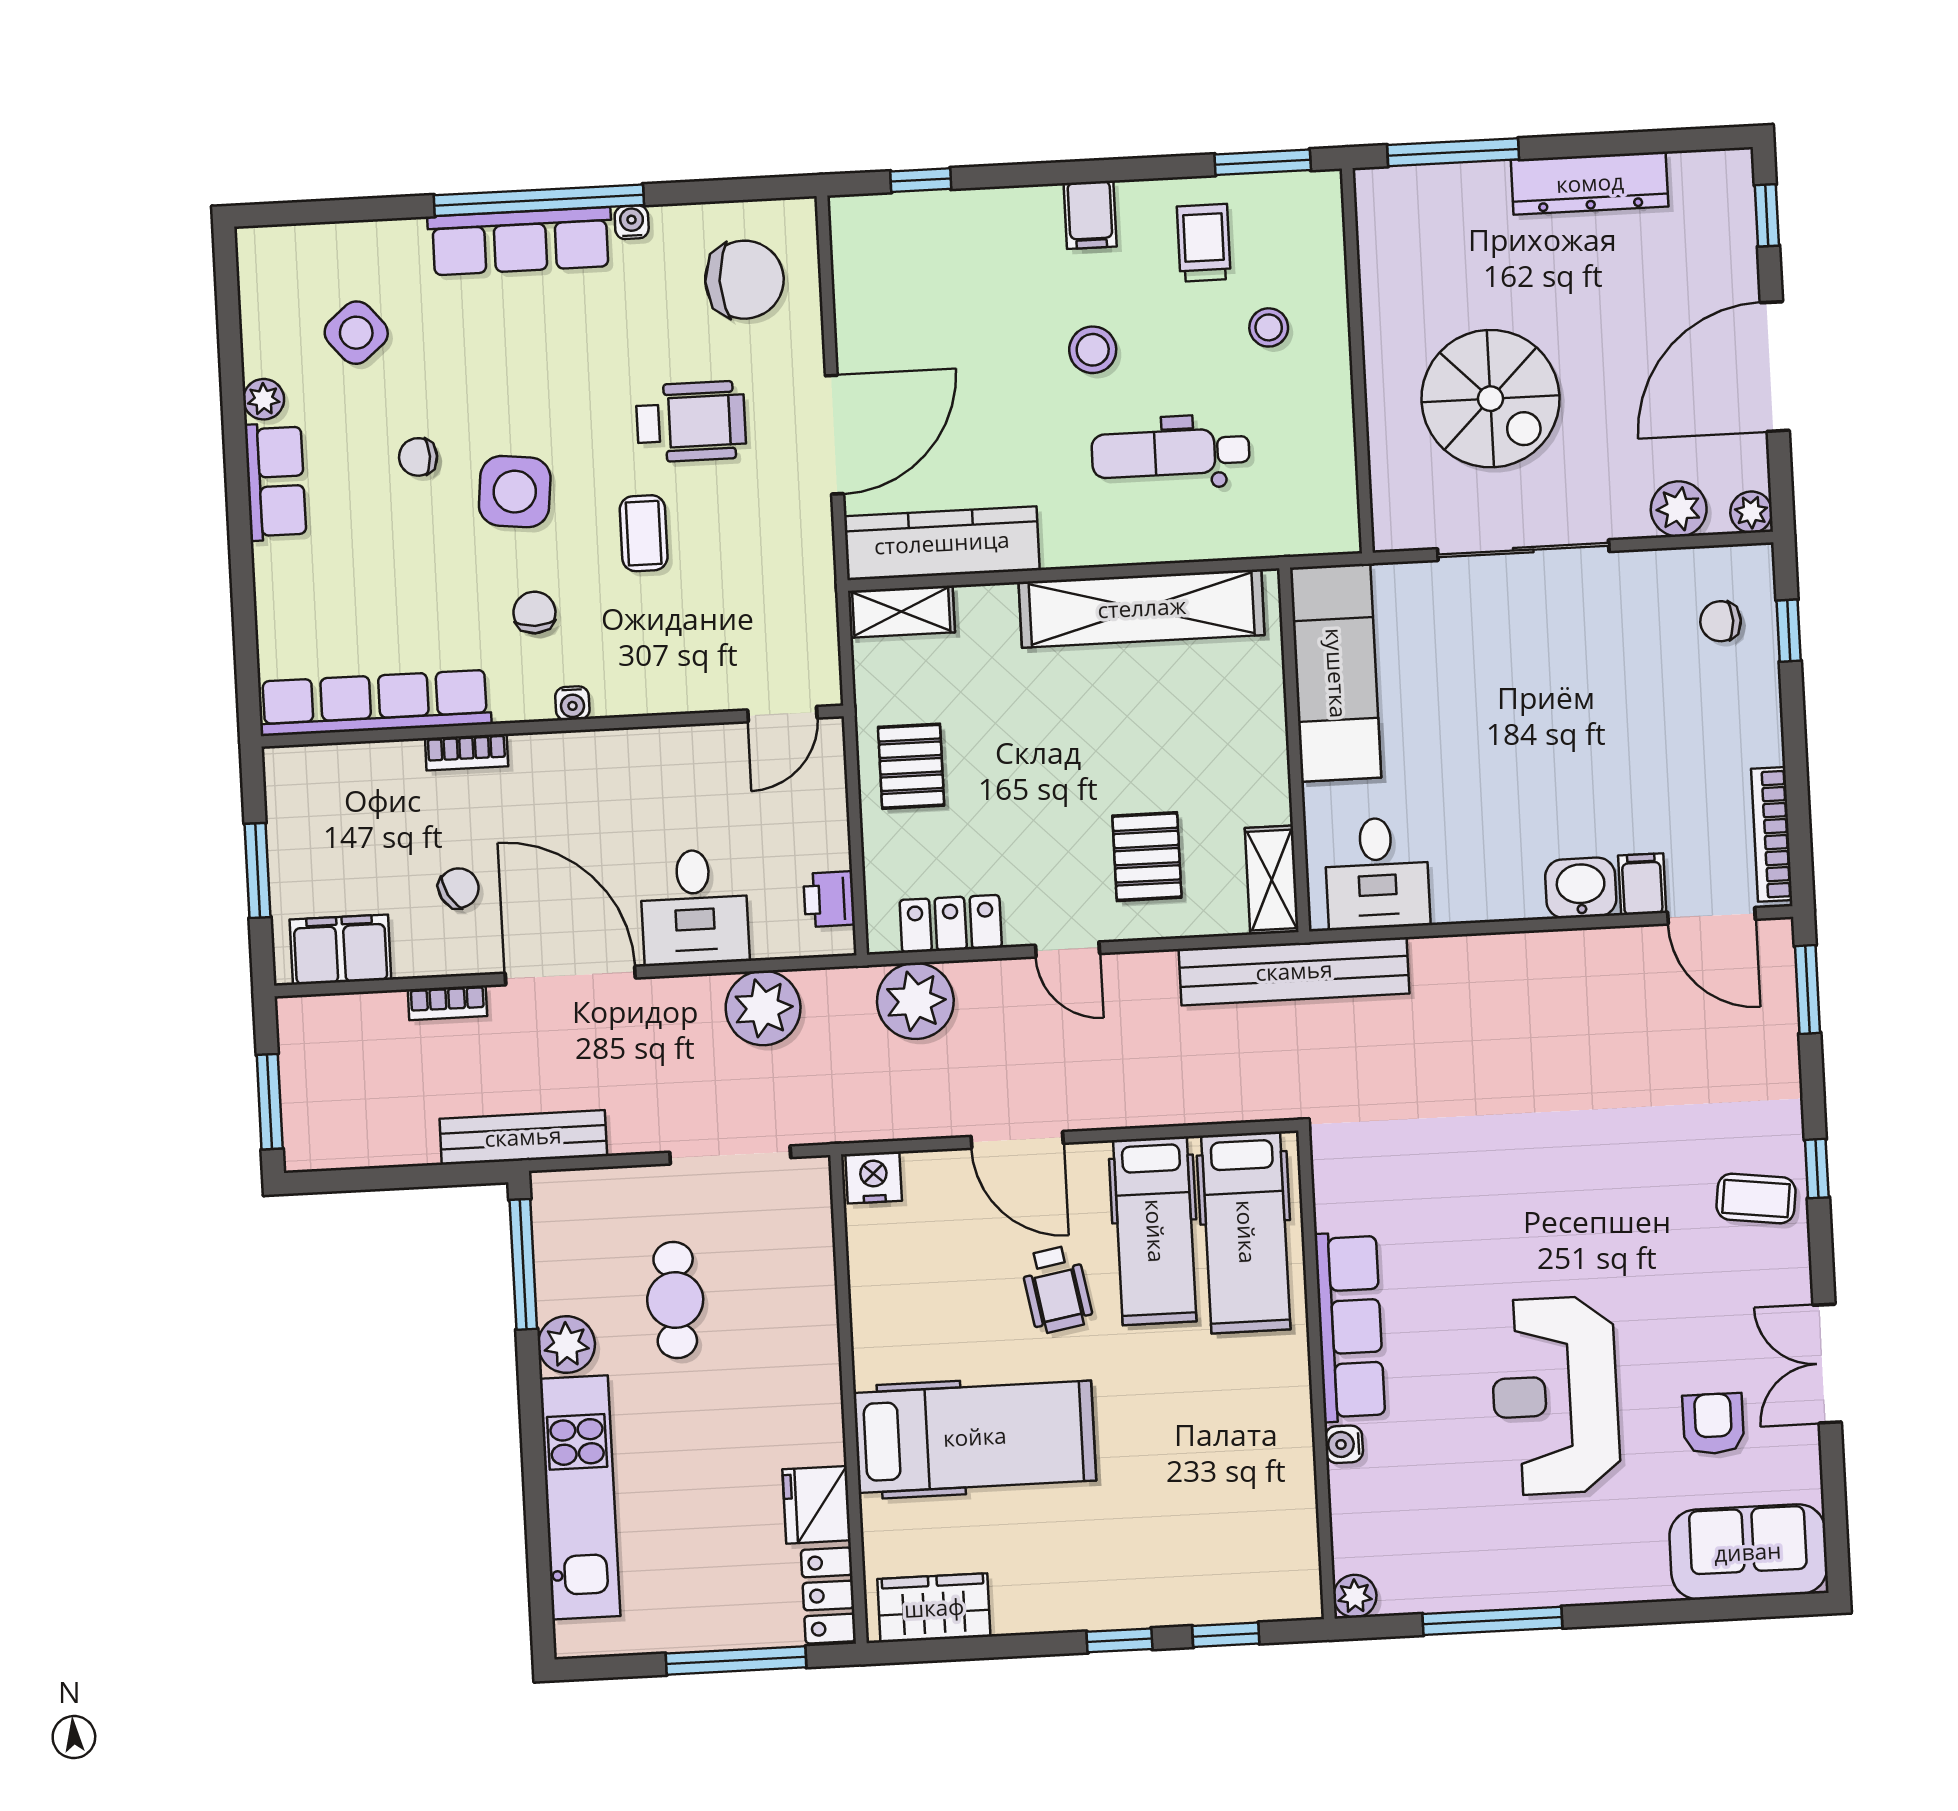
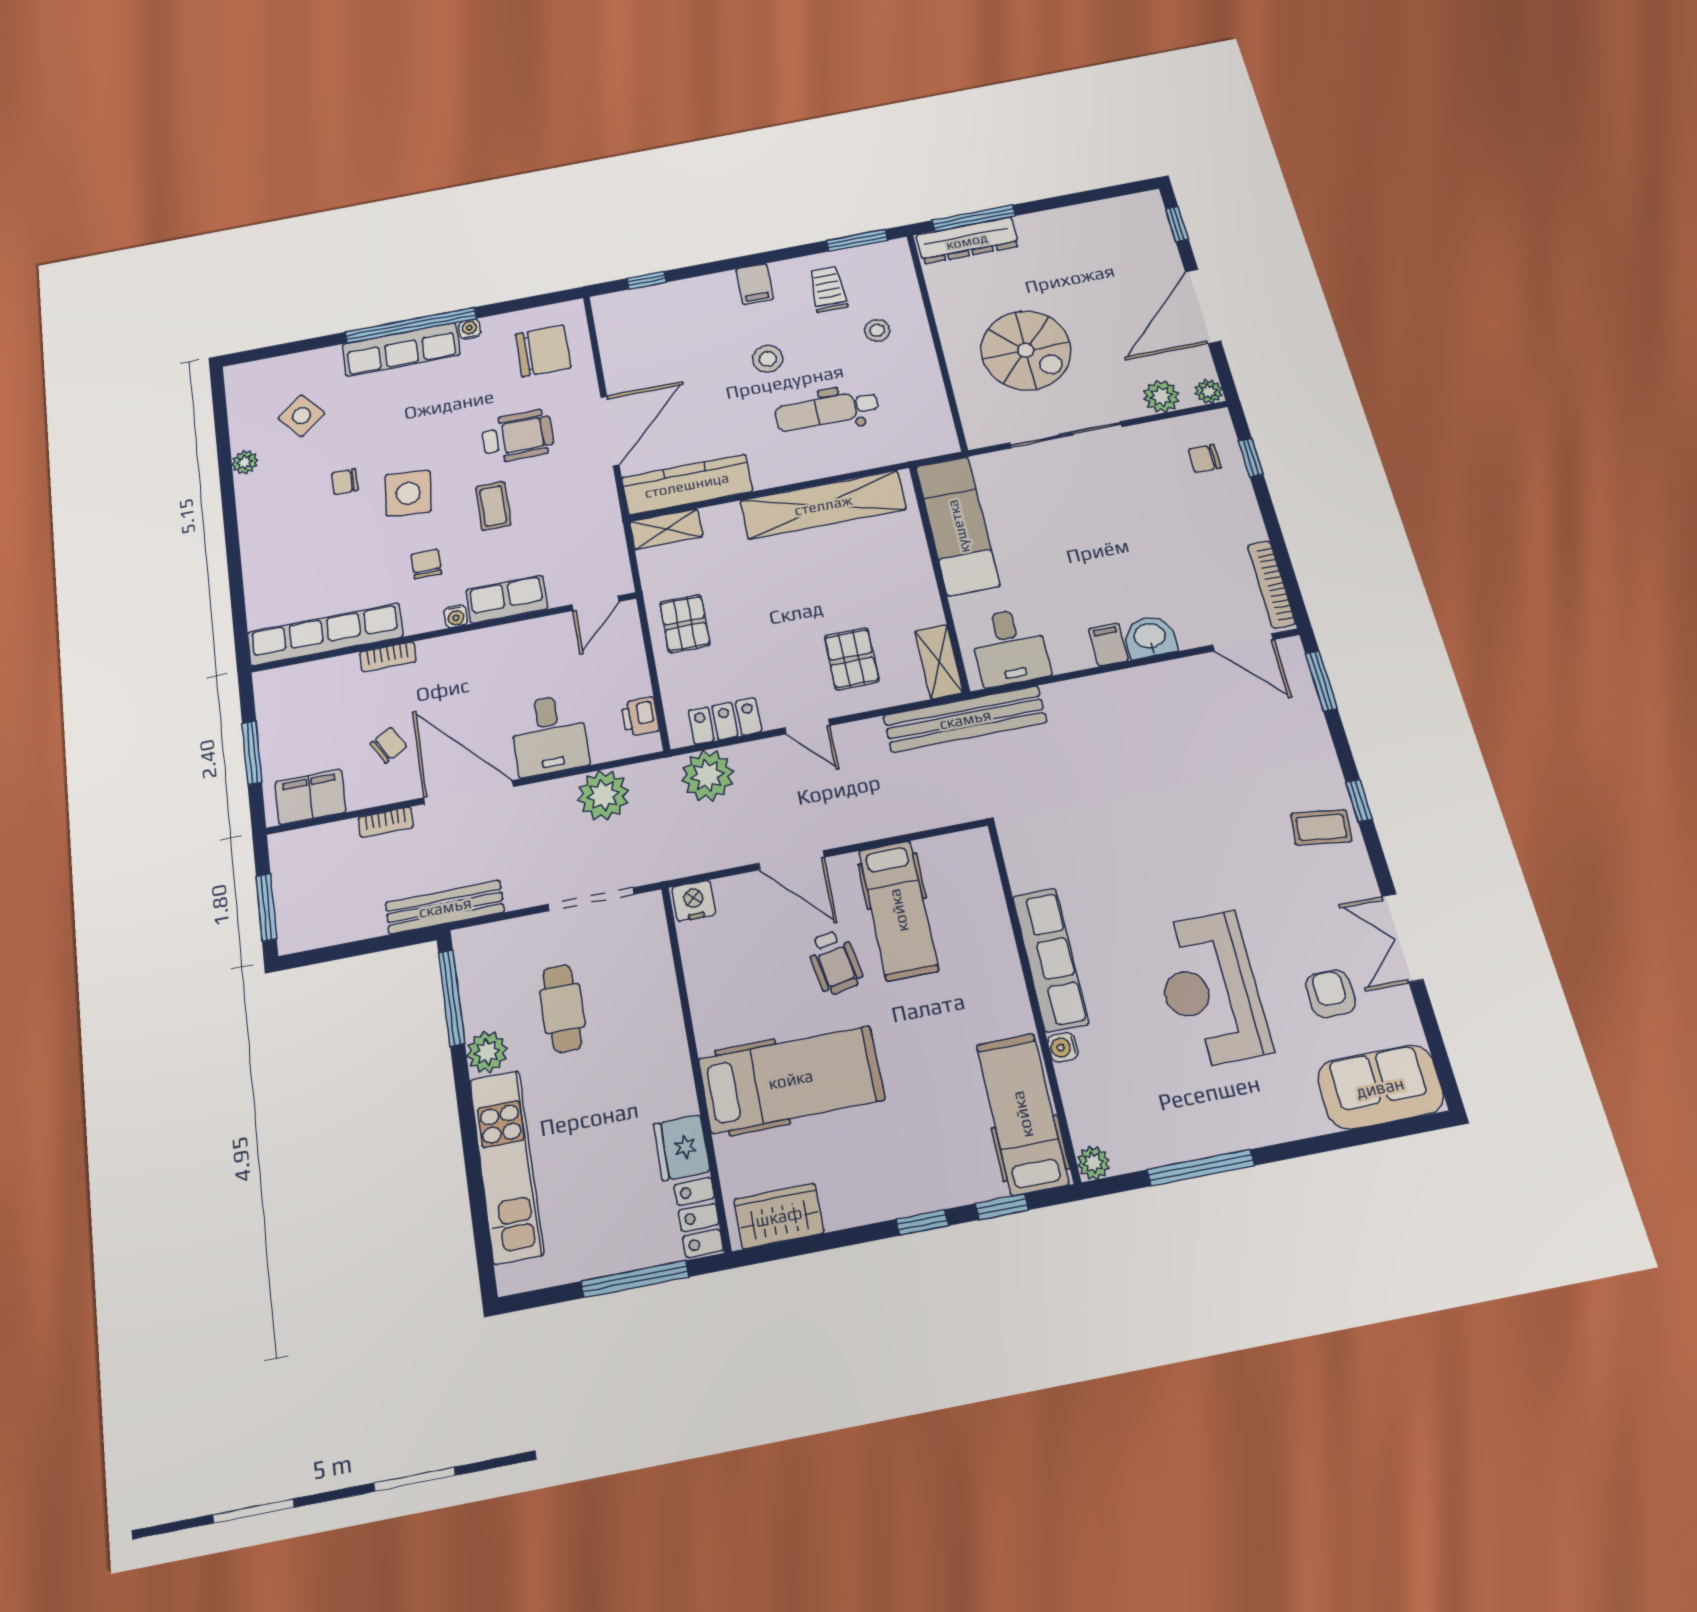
dresser: (1590, 183) -> (967, 241), moved
row of seats: (276, 482) -> (507, 599), moved, turned -90
filing cabinet: (1642, 884) -> (1109, 645), moved
hospital bed: (1246, 1232) -> (1022, 1114), moved, turned 180

